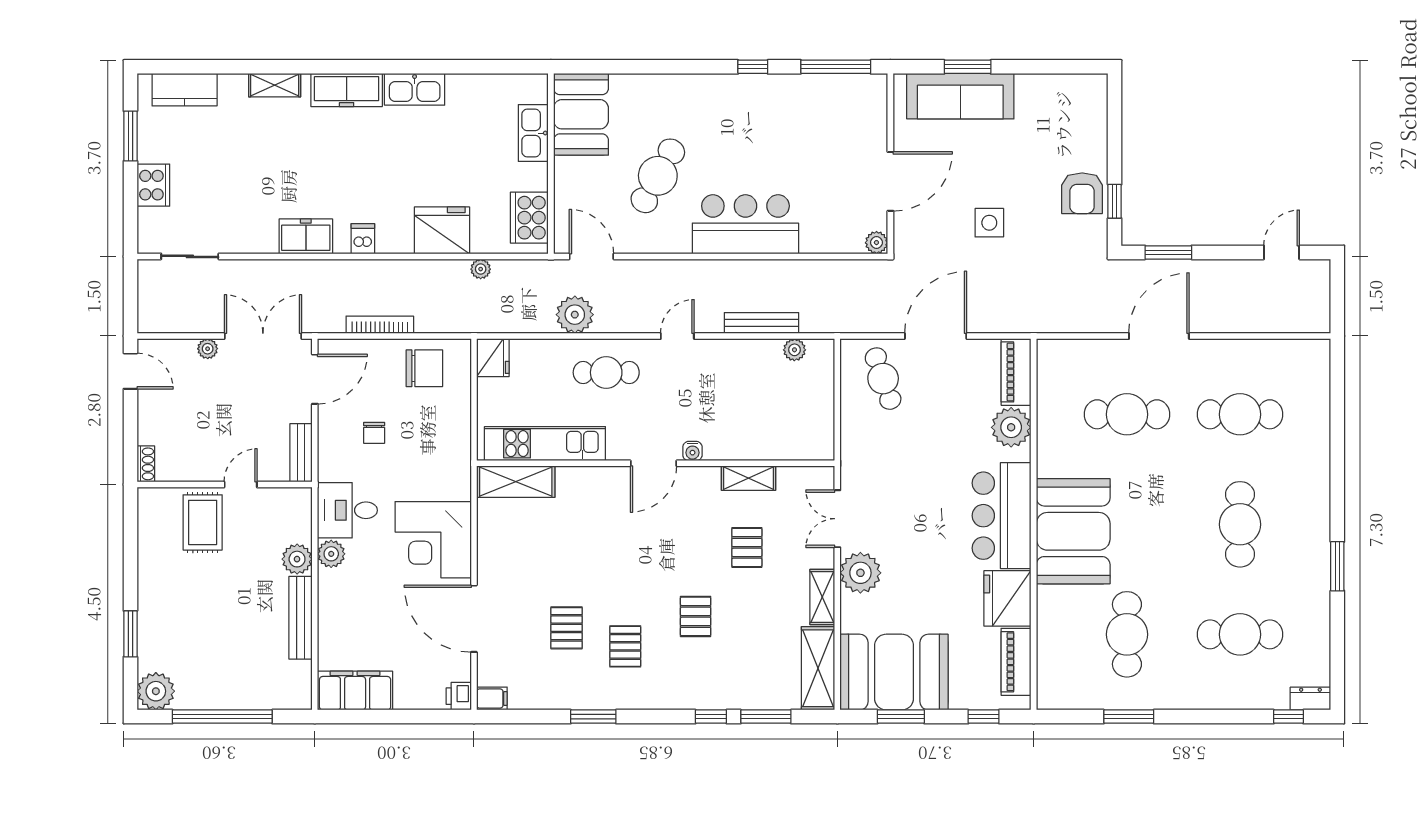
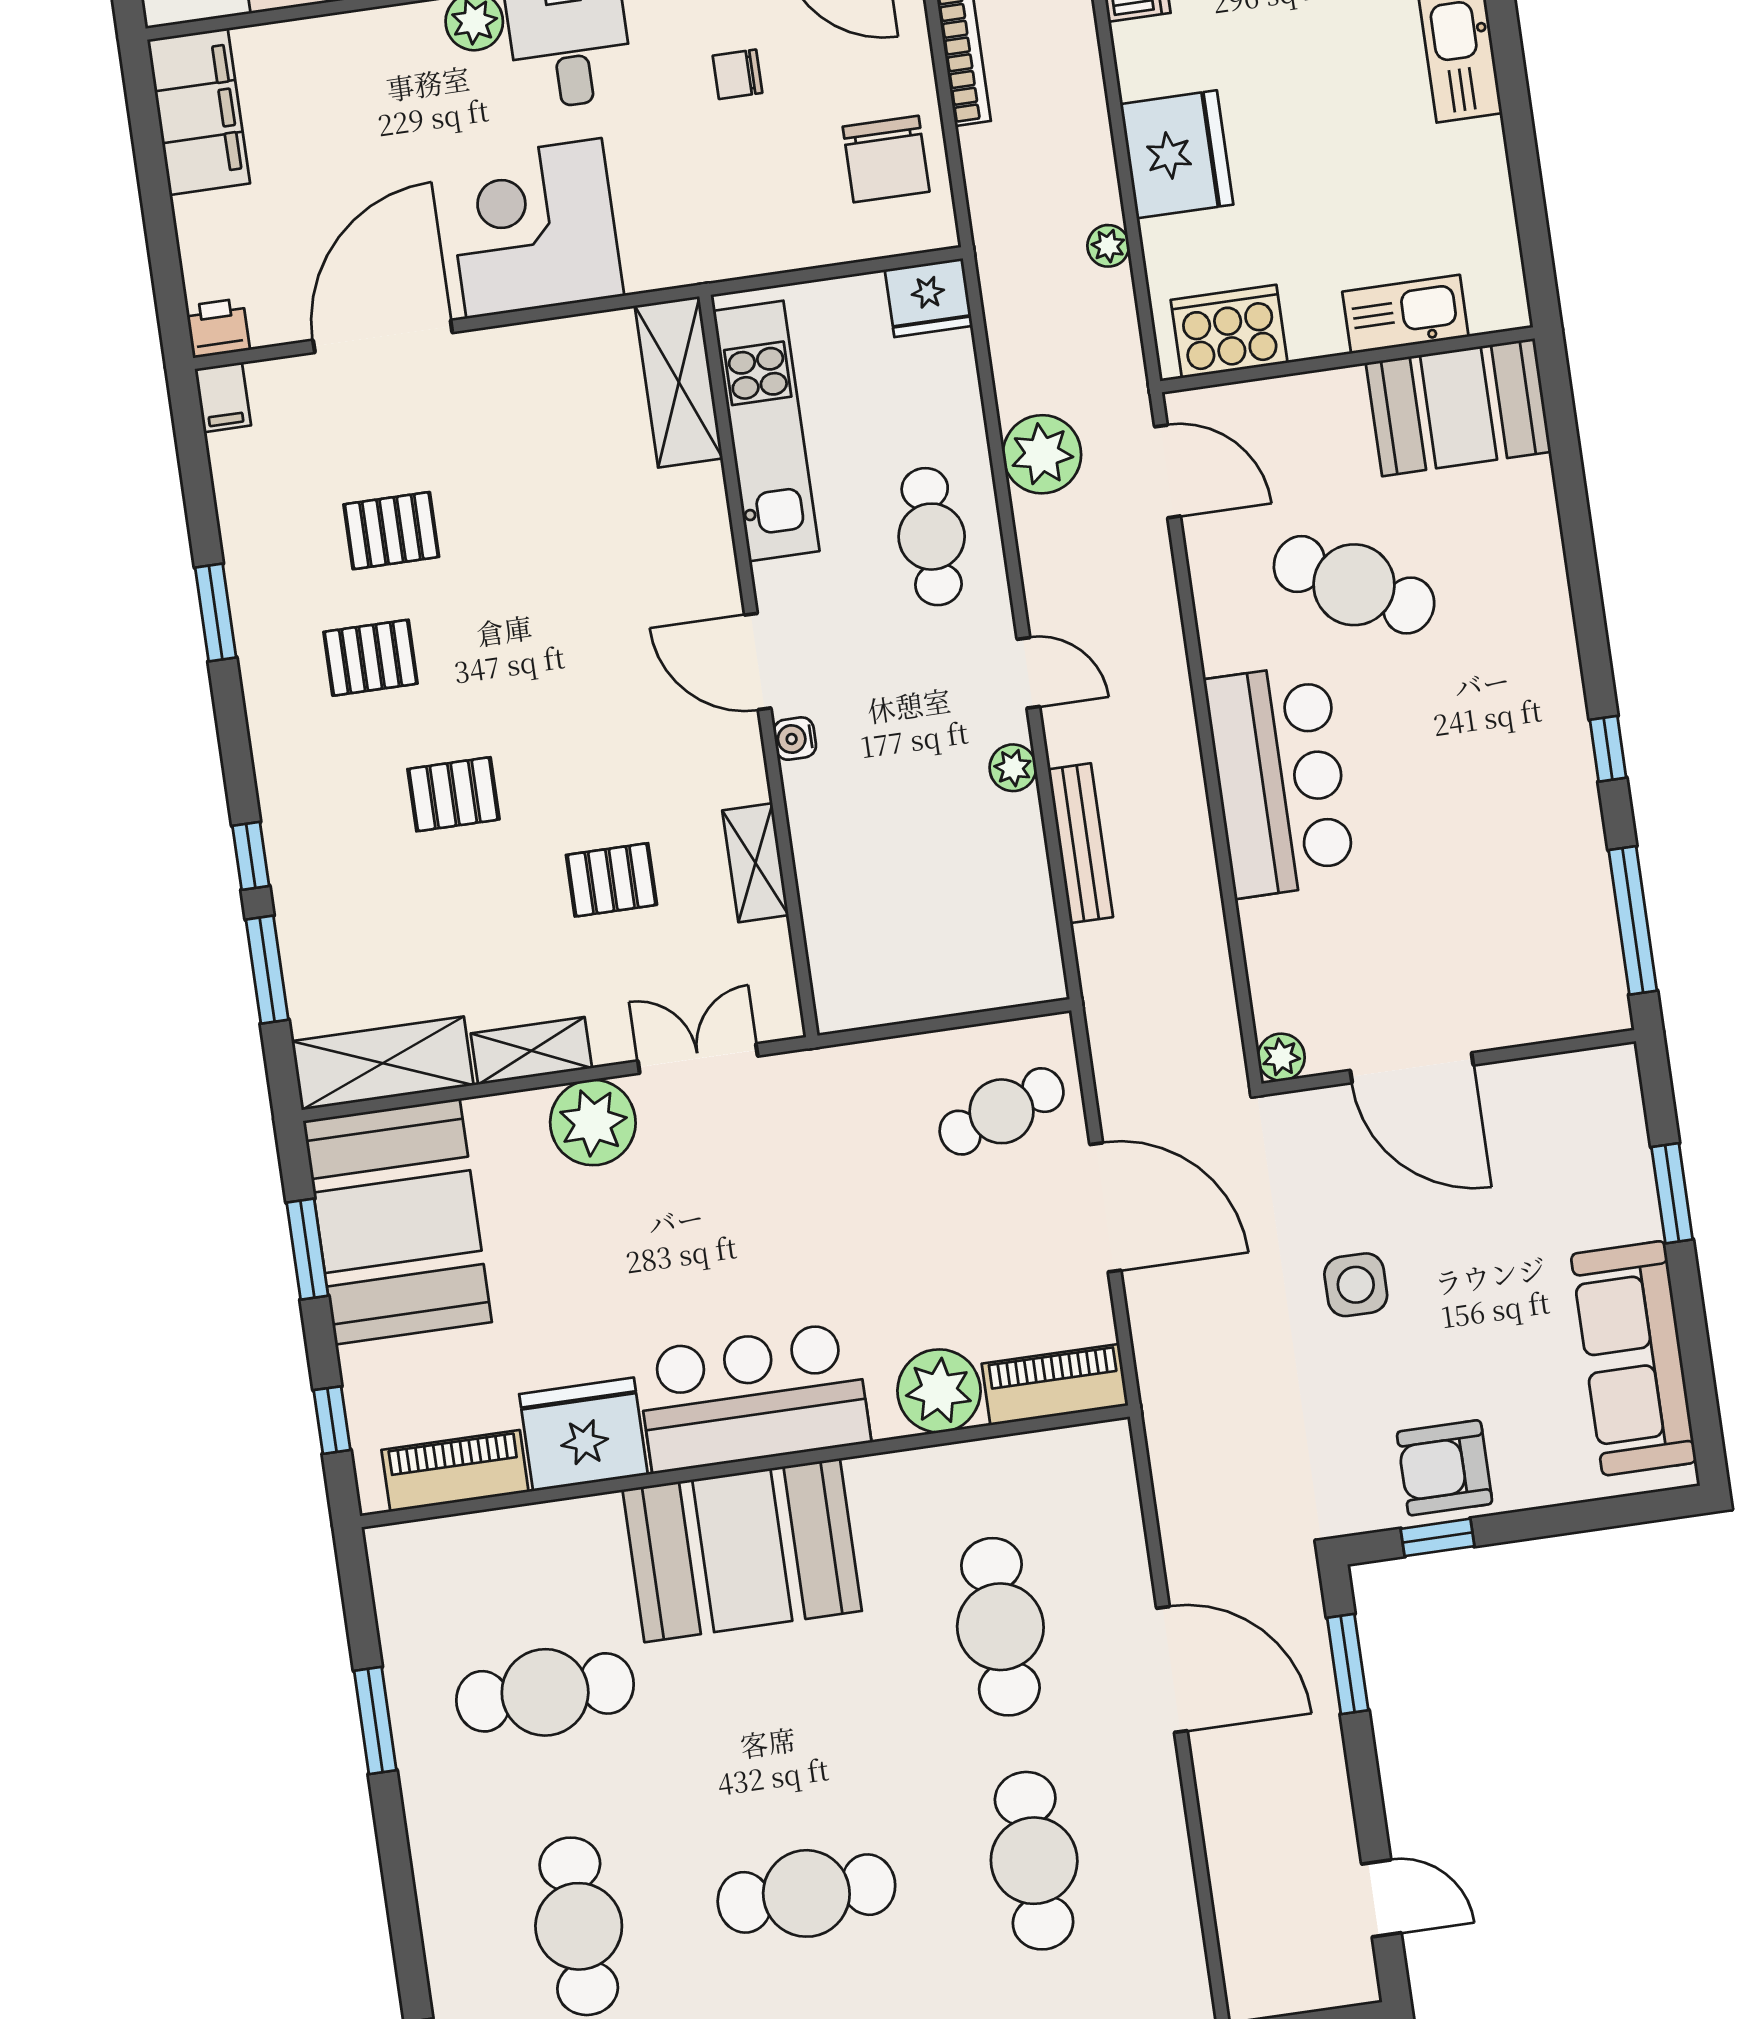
sofa: (960, 96) -> (1634, 1358), moved
door: (591, 256) -> (1167, 471), hinge flipped
plant: (794, 350) -> (1013, 768), moved

